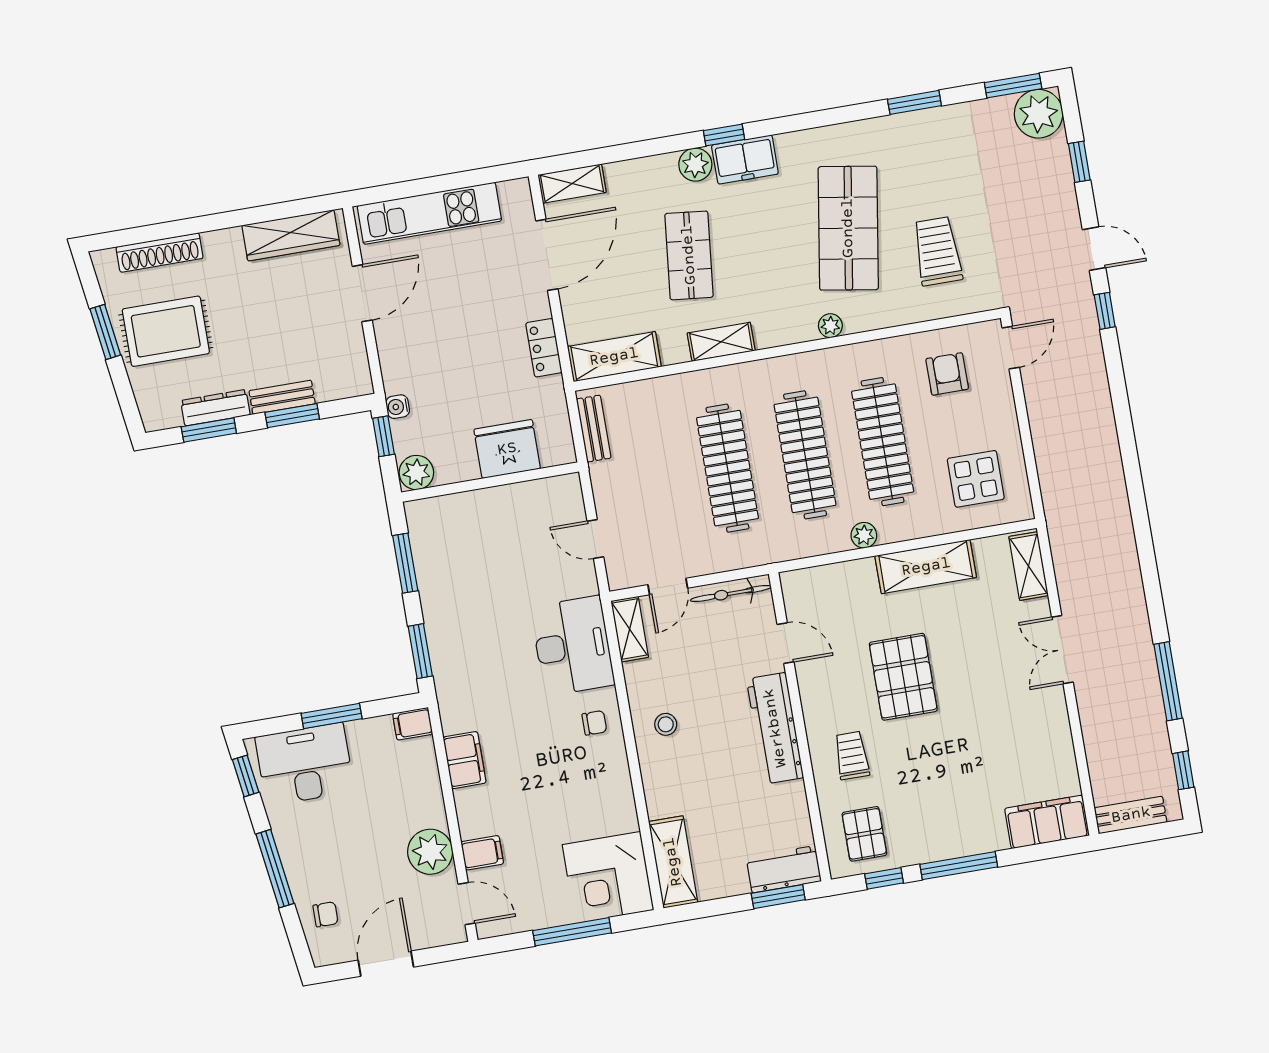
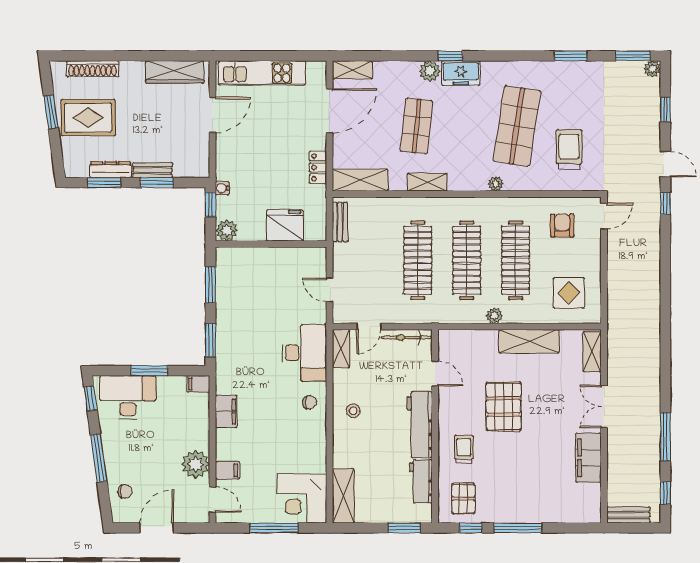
plant: (1039, 114) -> (652, 69), width x0.53, depth x0.53
filing cabinet: (1047, 822) -> (588, 458), moved, turned -90
workbench: (784, 869) -> (421, 481), moved, turned -90

